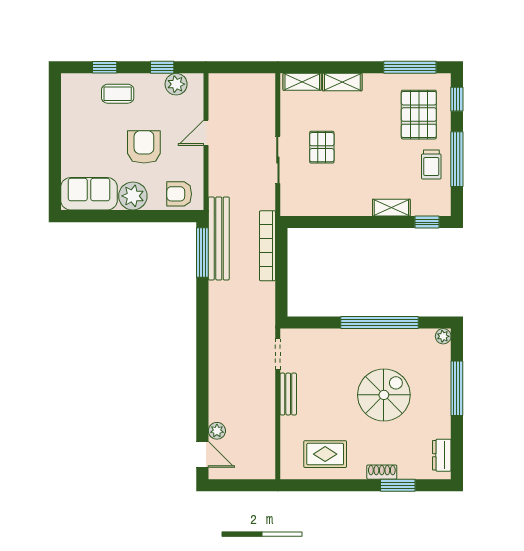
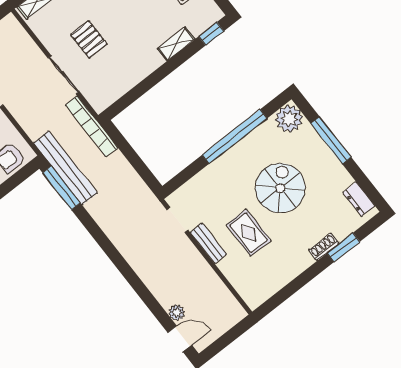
bookcase: (267, 246) -> (92, 126), moved
plant: (443, 336) -> (289, 119), width x1.88, depth x1.88
rug: (325, 454) -> (249, 233), moved, turned 90

